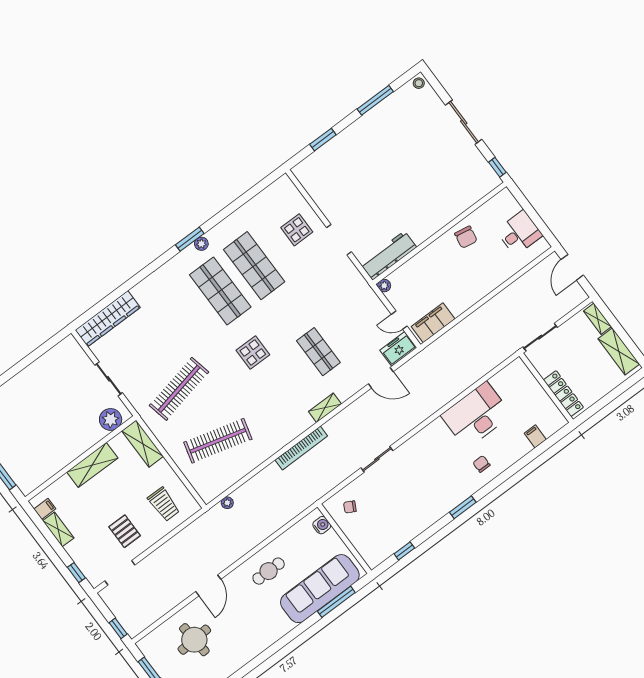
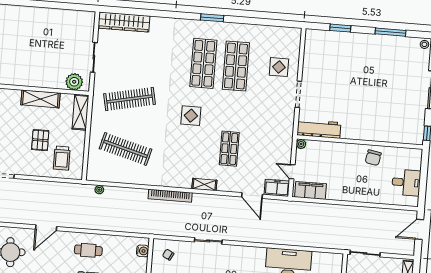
plant: (201, 244) -> (217, 26), removed
pallet: (125, 531) -> (40, 140), moved

